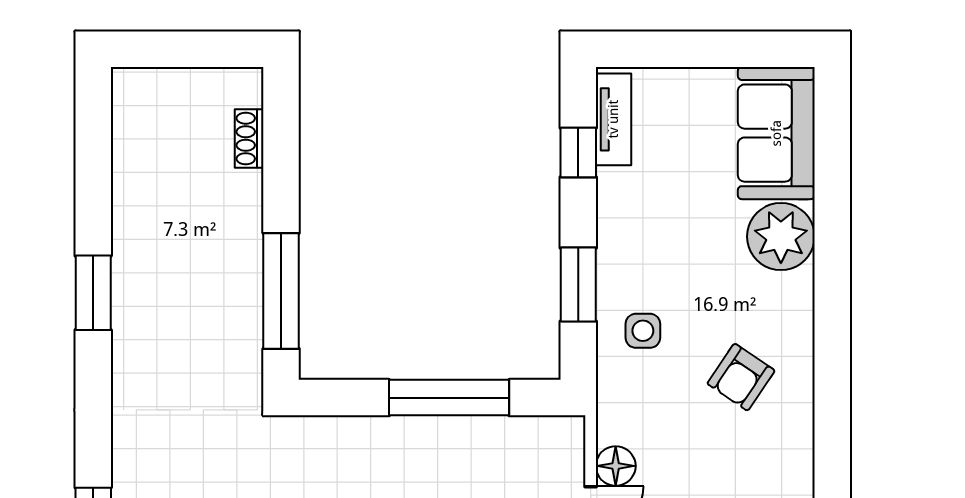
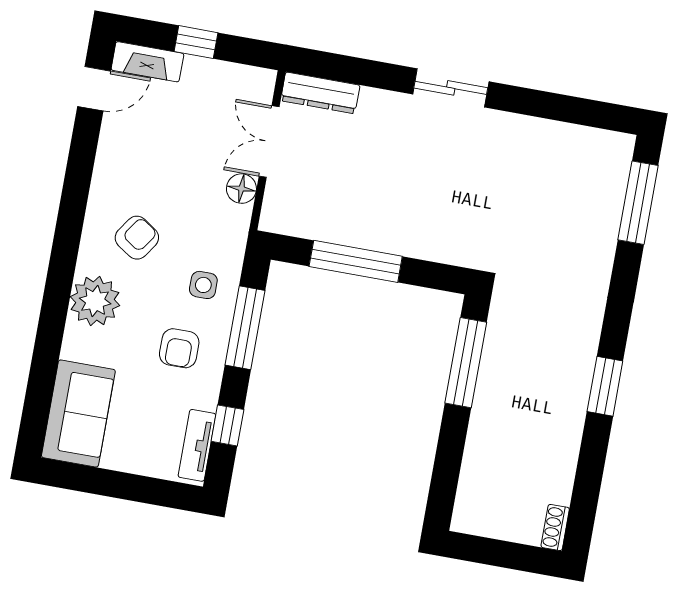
shoe rack: (249, 138) -> (555, 527), moved, turned 180
plant: (781, 237) -> (95, 301), moved
armchair: (660, 242) -> (179, 348), added
window: (578, 285) -> (245, 328), width x1.44

